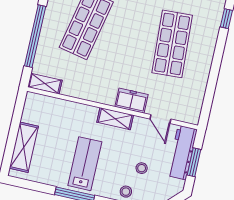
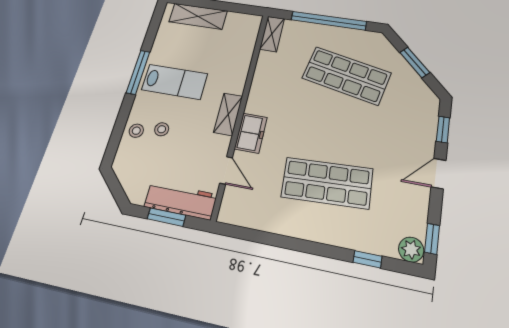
door: (160, 119) -> (226, 170), swing flipped
stool: (142, 168) -> (162, 129), moved

